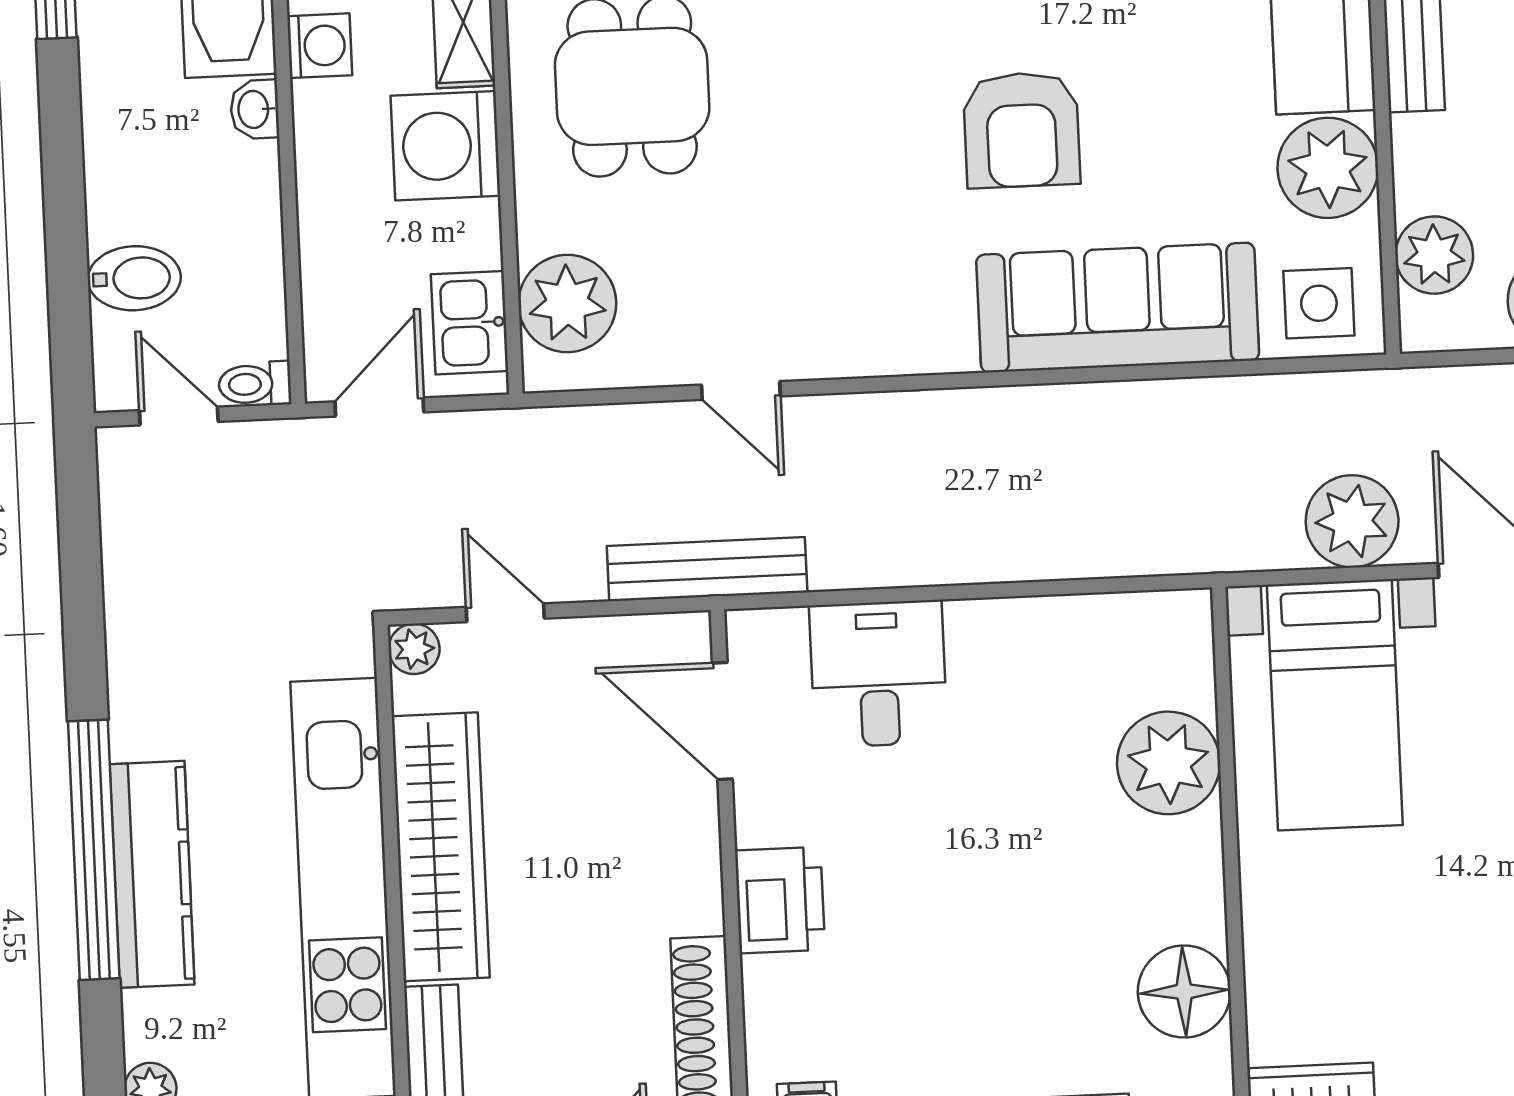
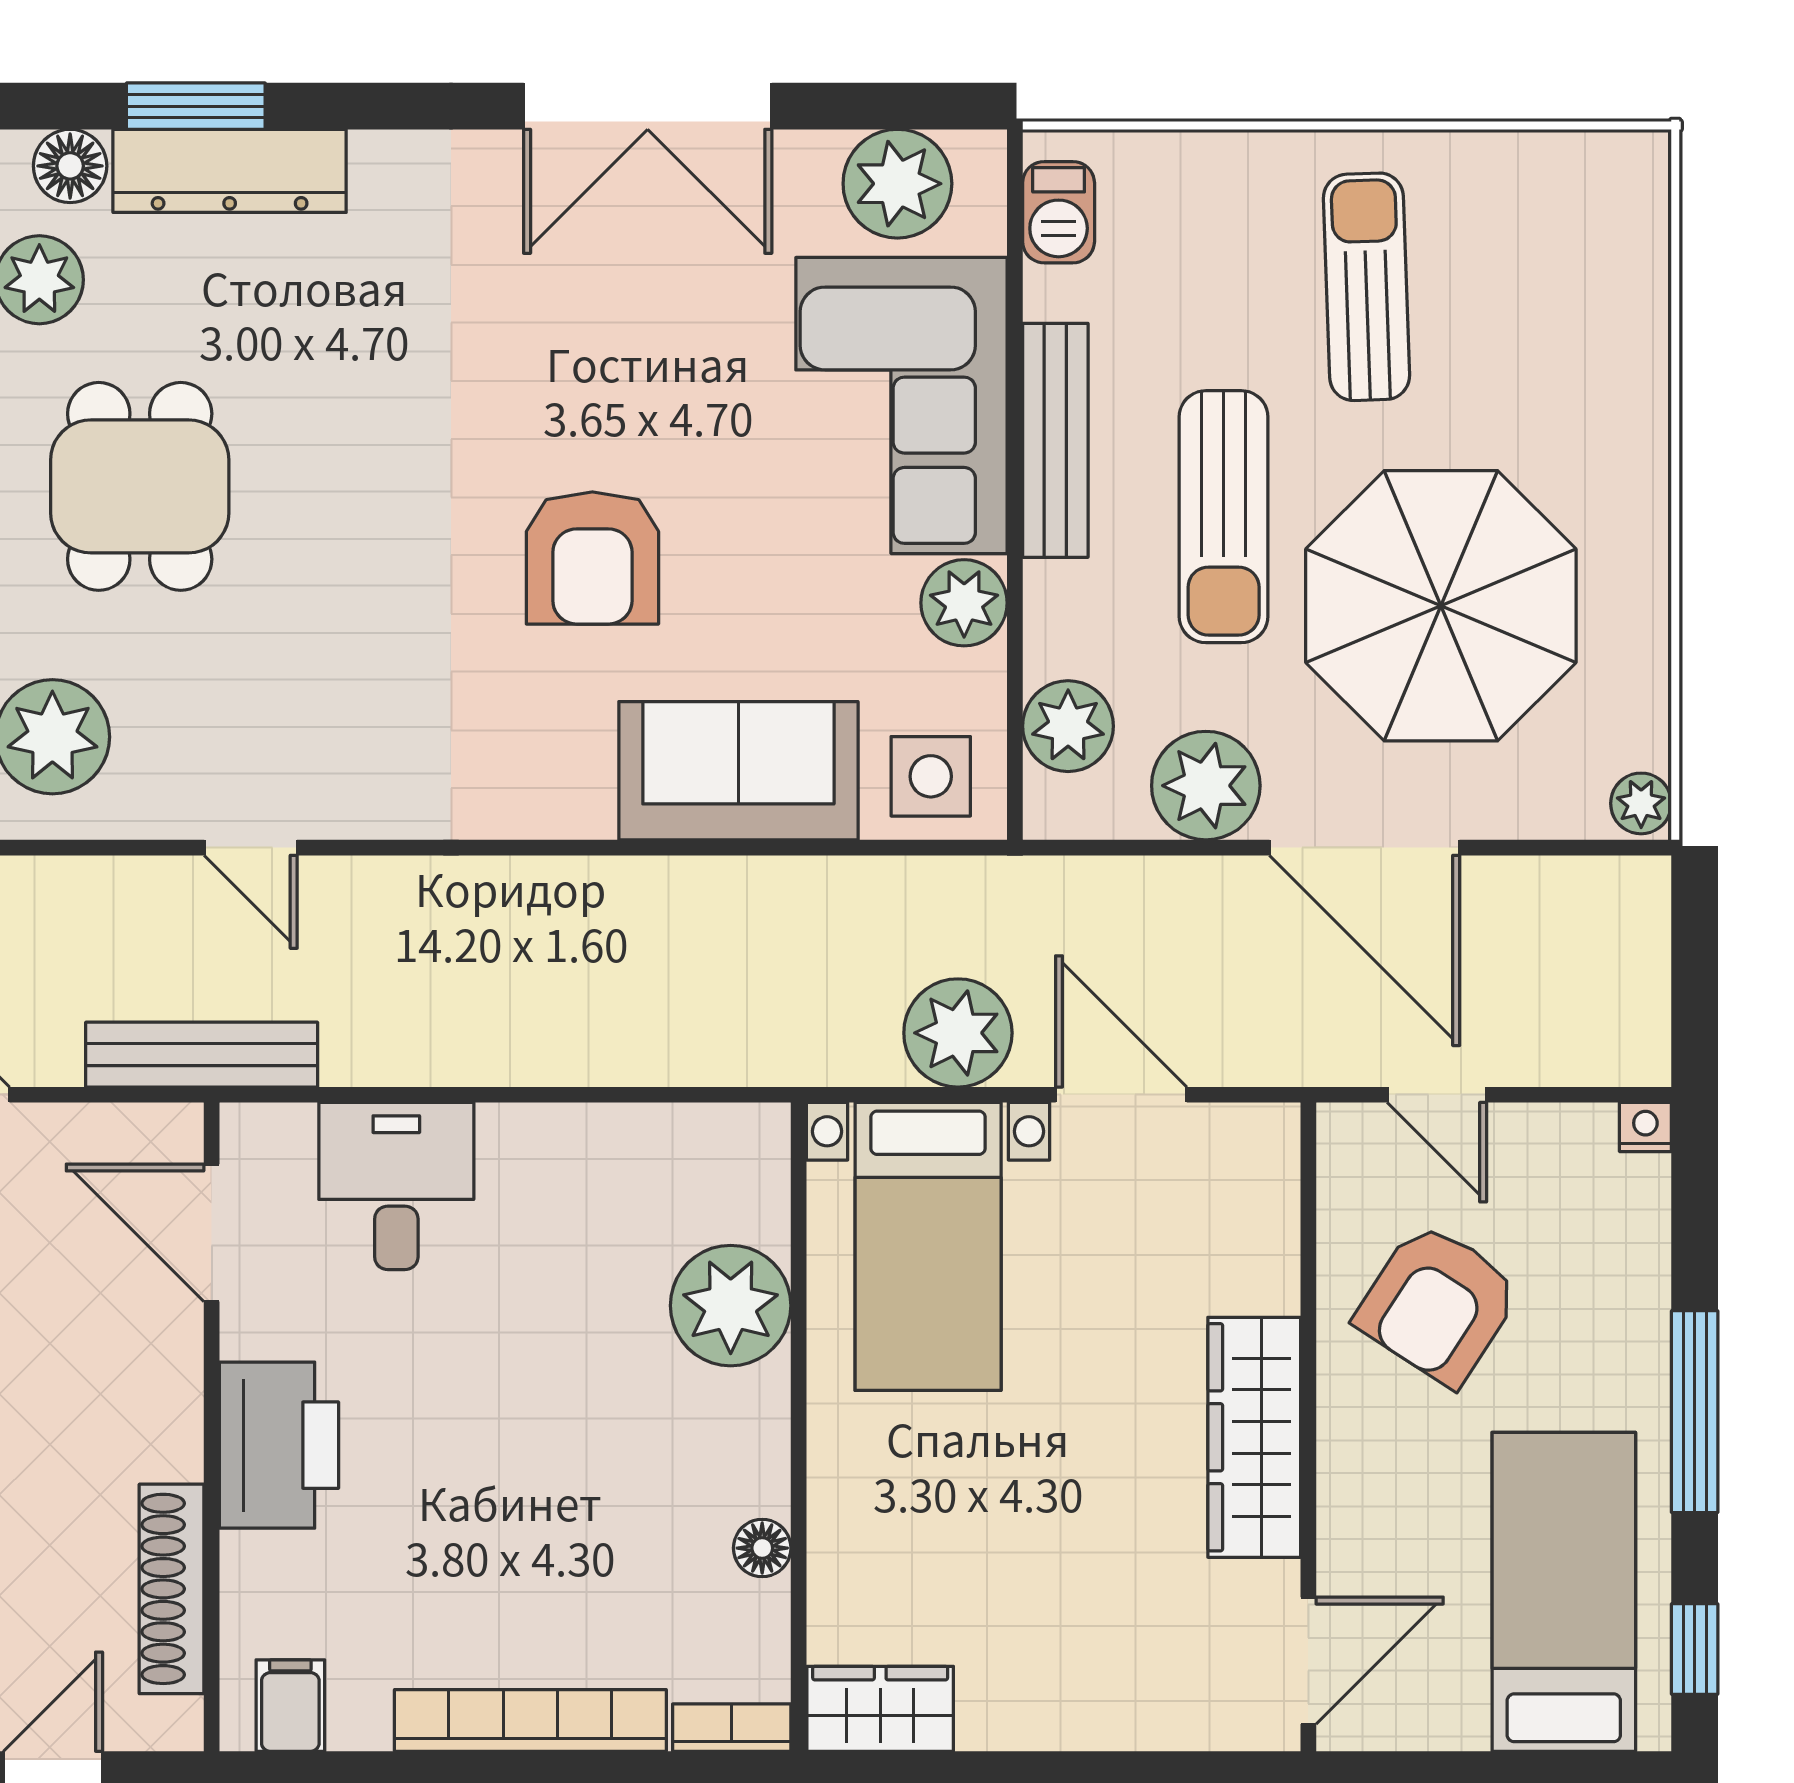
plant: (1328, 168) -> (964, 603), width x0.73, depth x0.73
sofa: (1118, 308) -> (738, 771), width x0.73
printer: (780, 900) -> (279, 1445), width x1.37, depth x1.19
floor lamp: (1184, 992) -> (762, 1548), width x0.53, depth x0.53

